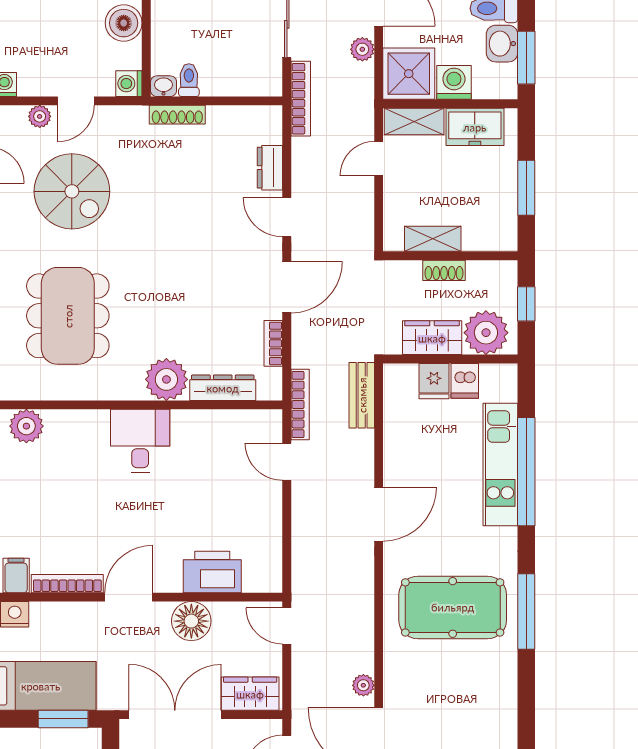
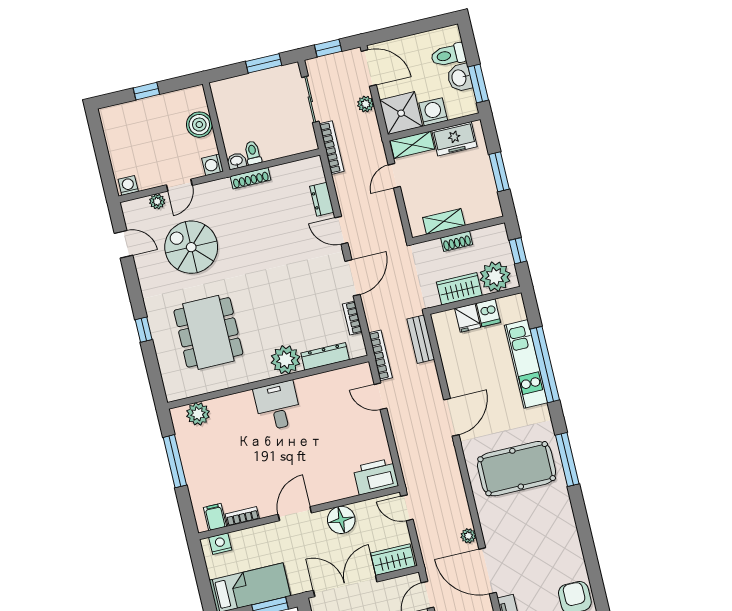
spiral stairs: (72, 191) -> (191, 247), turned 180
printer: (212, 572) -> (376, 477), moved
bookcase: (67, 584) -> (242, 516), width x0.64

